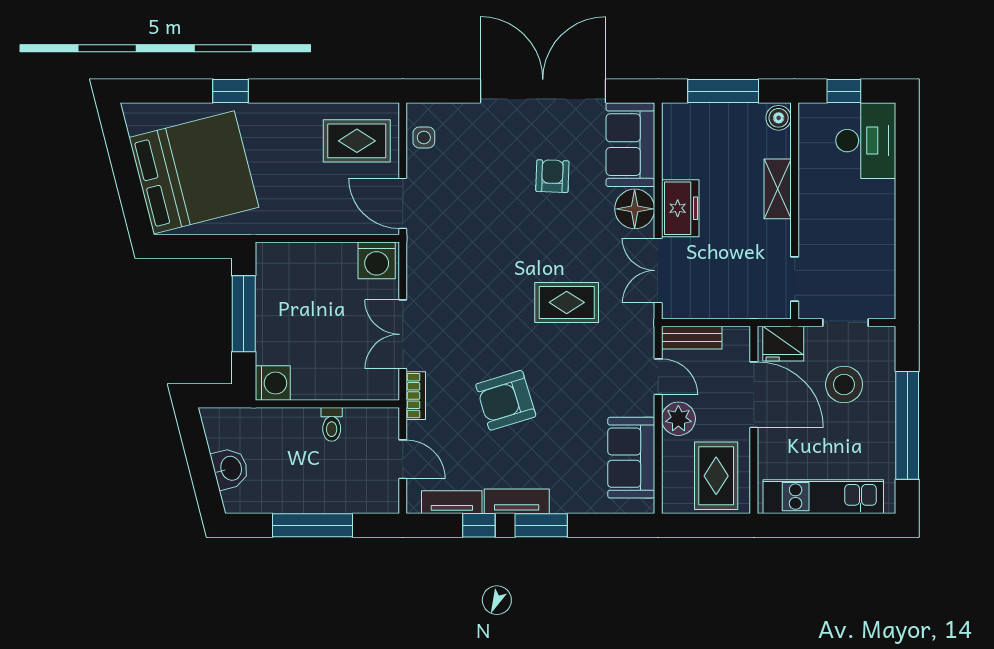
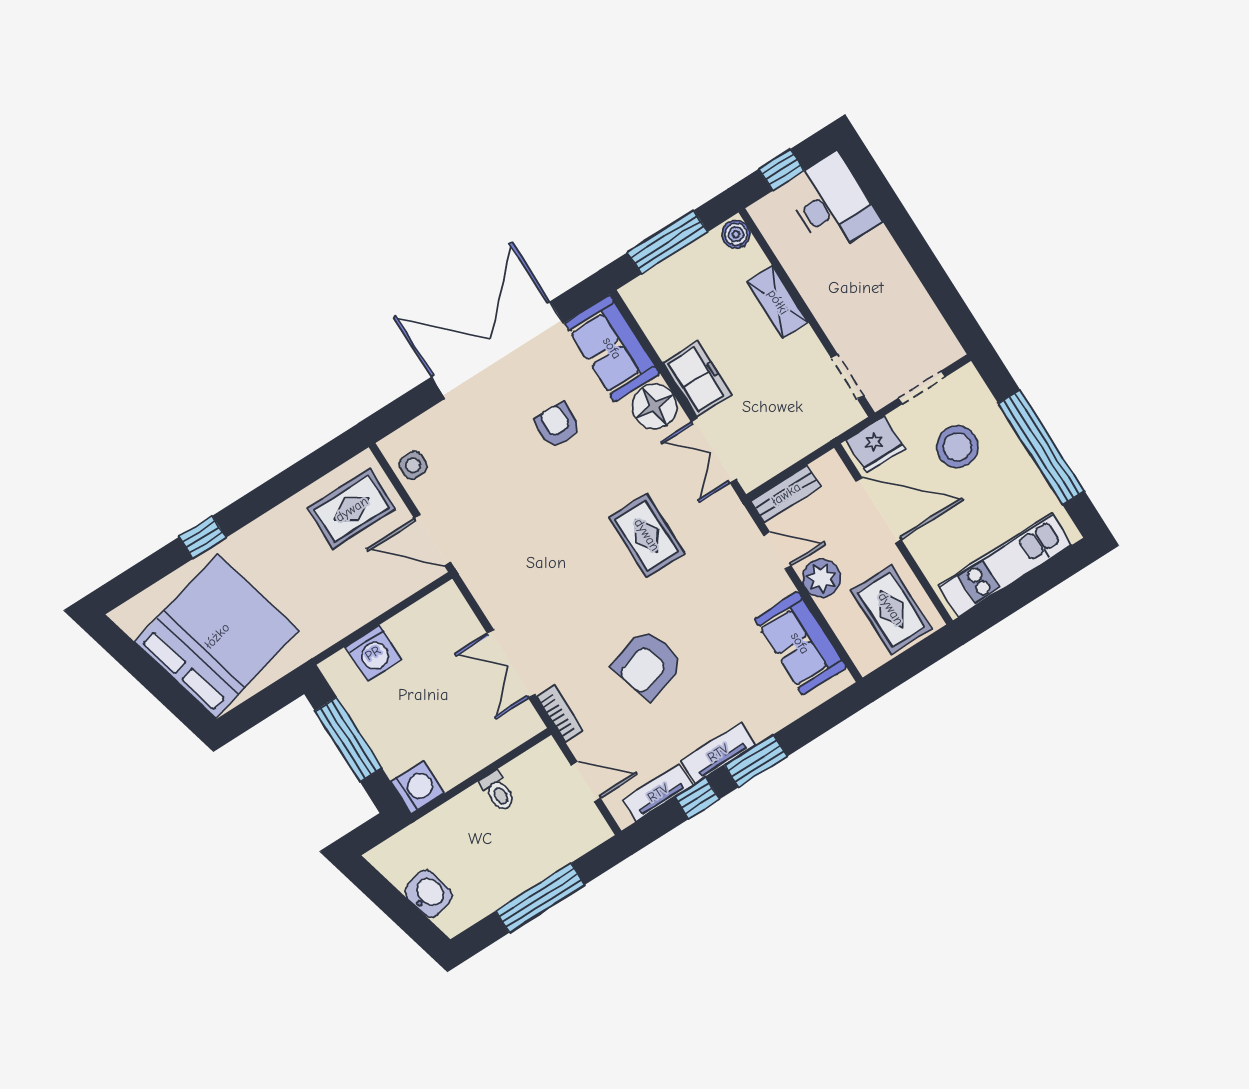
washing machine: (377, 260) -> (373, 653), moved
rug: (567, 302) -> (647, 535), turned 90

